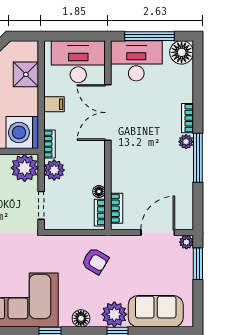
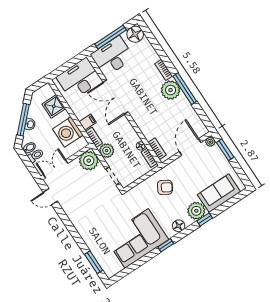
filing cabinet: (54, 104) -> (88, 122), moved
washing machine: (22, 132) -> (68, 132), moved
plant: (186, 142) -> (171, 90), width x1.88, depth x1.88

